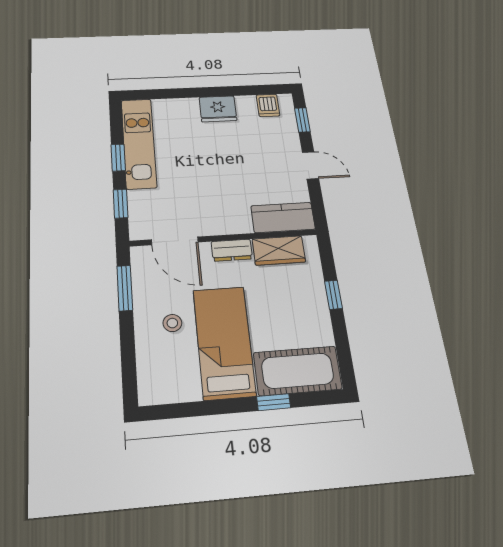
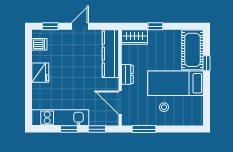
kitchen counter: (283, 218) -> (111, 54), width x1.50
door: (175, 241) -> (120, 103), swing flipped
wardrobe: (279, 250) -> (135, 37), moved, turned 90

